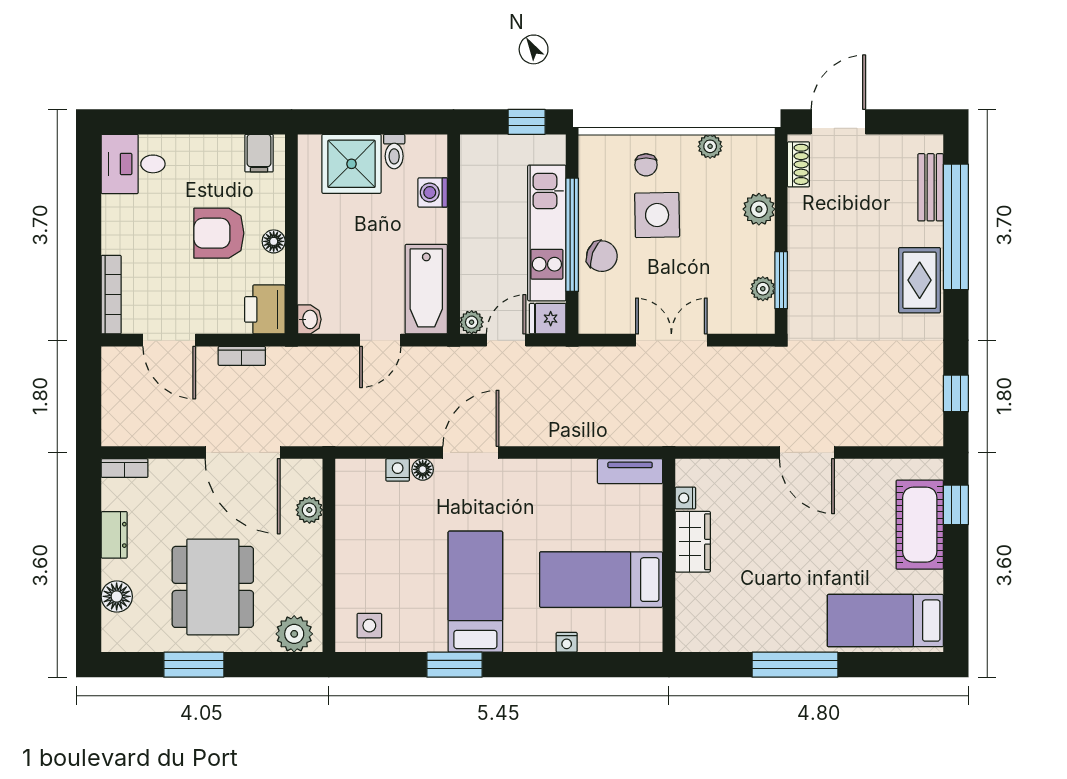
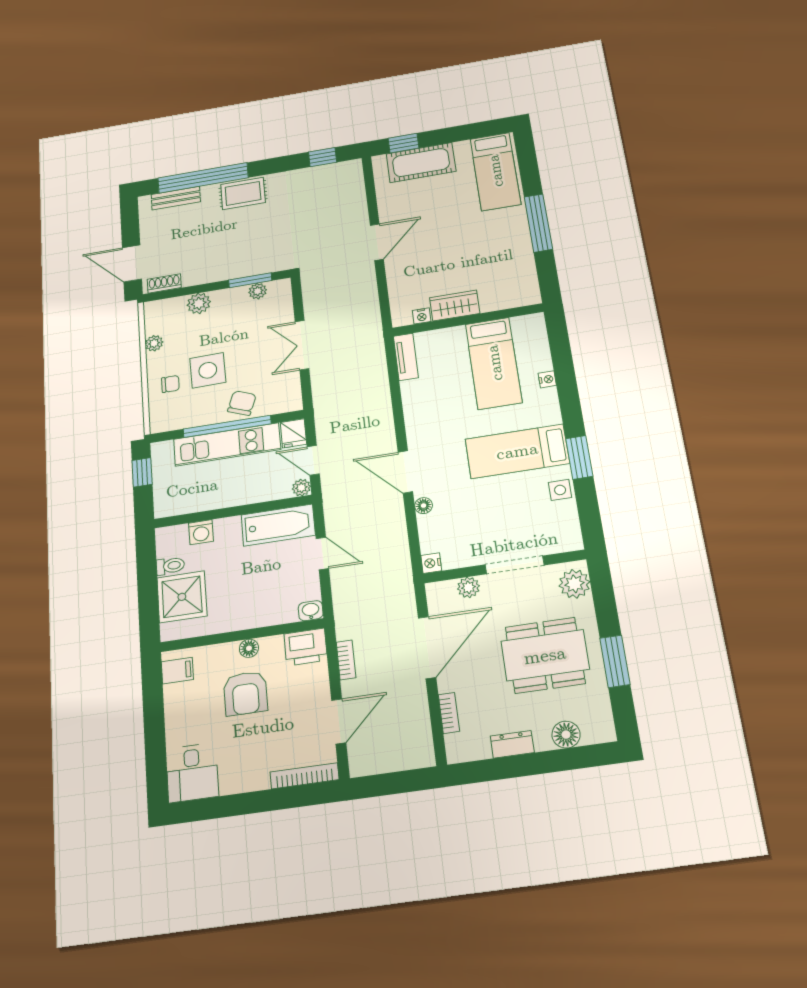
bookcase: (124, 468) -> (449, 713), moved
nightstand: (398, 470) -> (431, 563), moved
doorway: (329, 568) -> (515, 565), added
side table: (369, 626) -> (560, 490), moved

